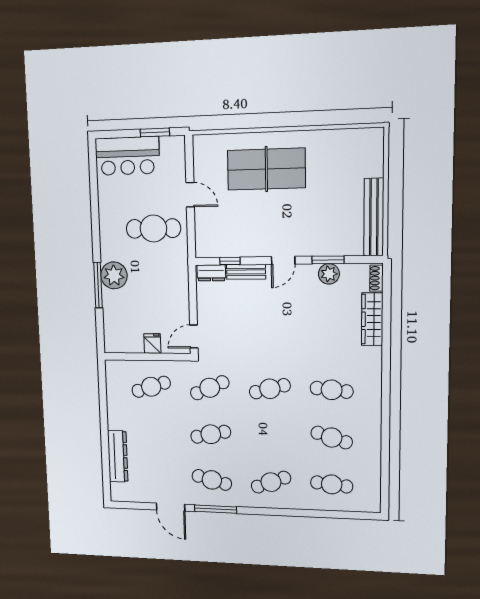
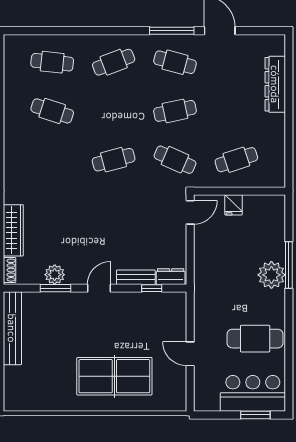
window: (155, 132) -> (255, 415), moved
cafe table: (153, 229) -> (255, 339), moved
cafe table: (210, 388) -> (175, 160), turned 48
cafe table: (332, 390) -> (52, 160), removed

